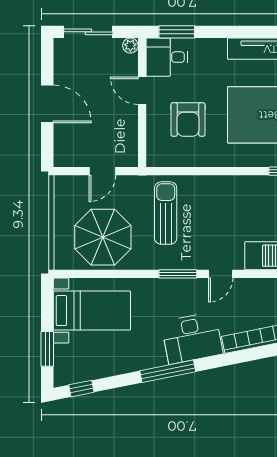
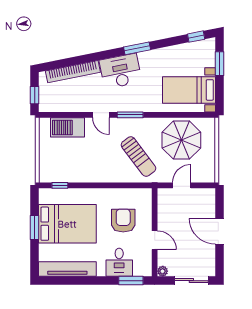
desk: (167, 57) -> (119, 262), moved, turned 90
sun lounger: (166, 213) -> (138, 157), turned -37
door: (221, 274) -> (101, 115), swing flipped
window: (168, 371) -> (137, 48), width x0.69

